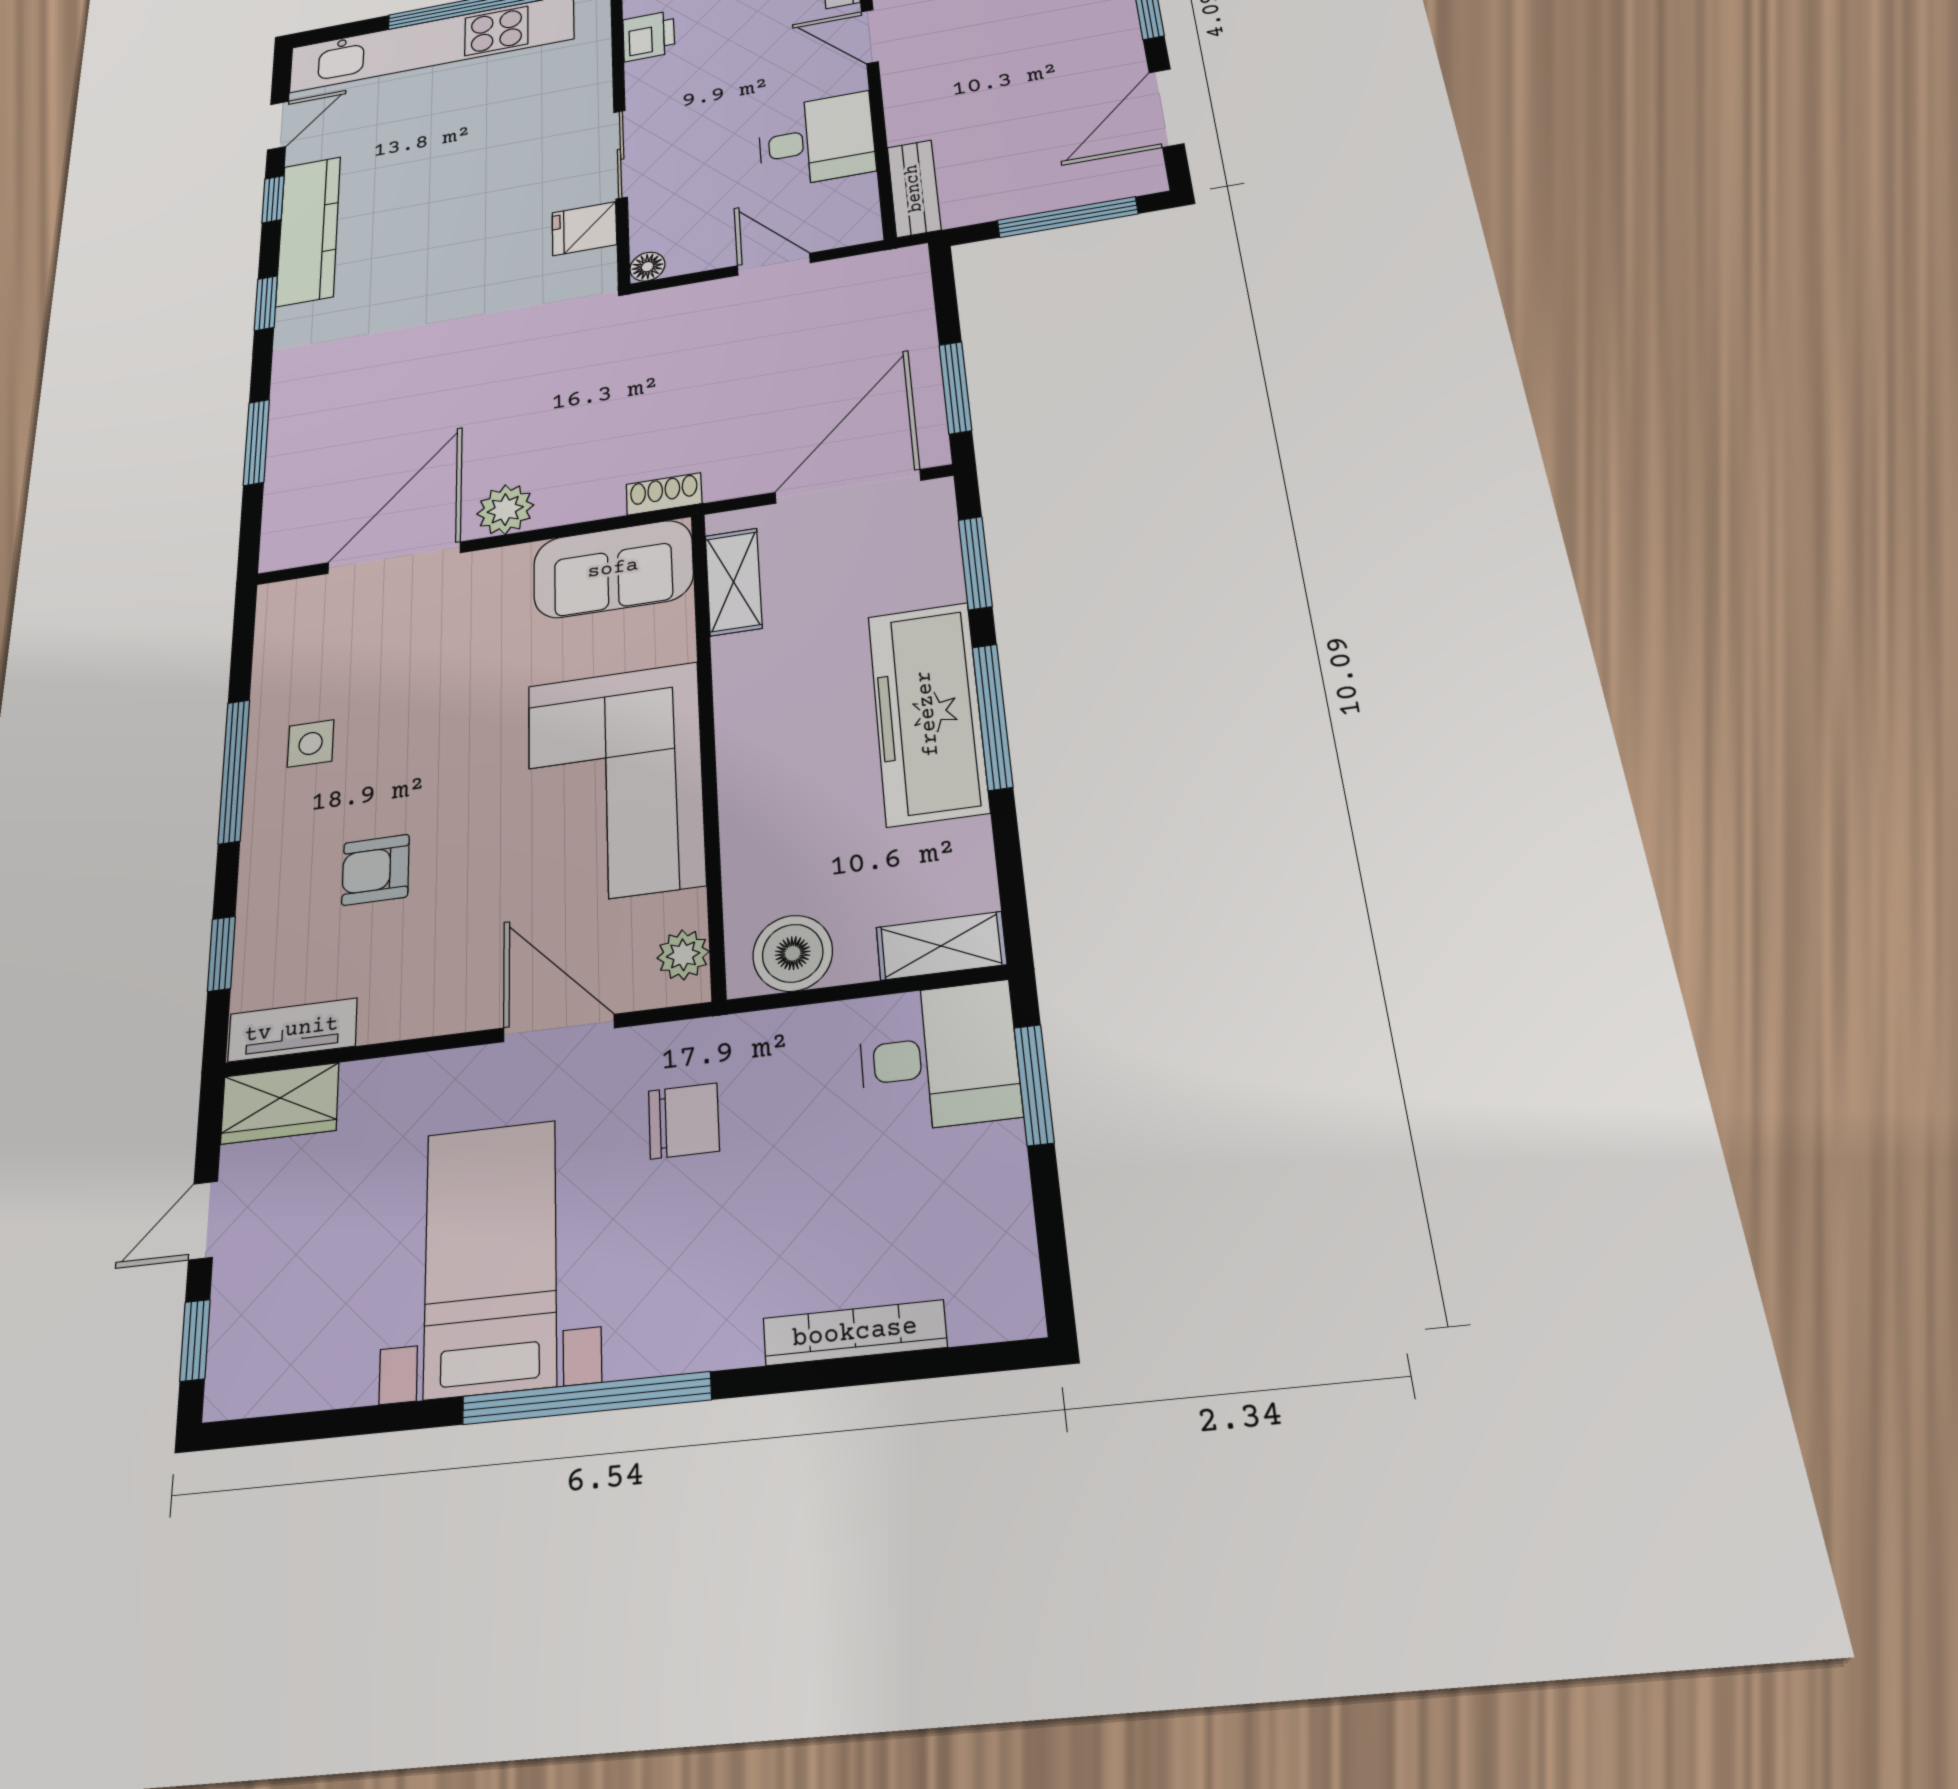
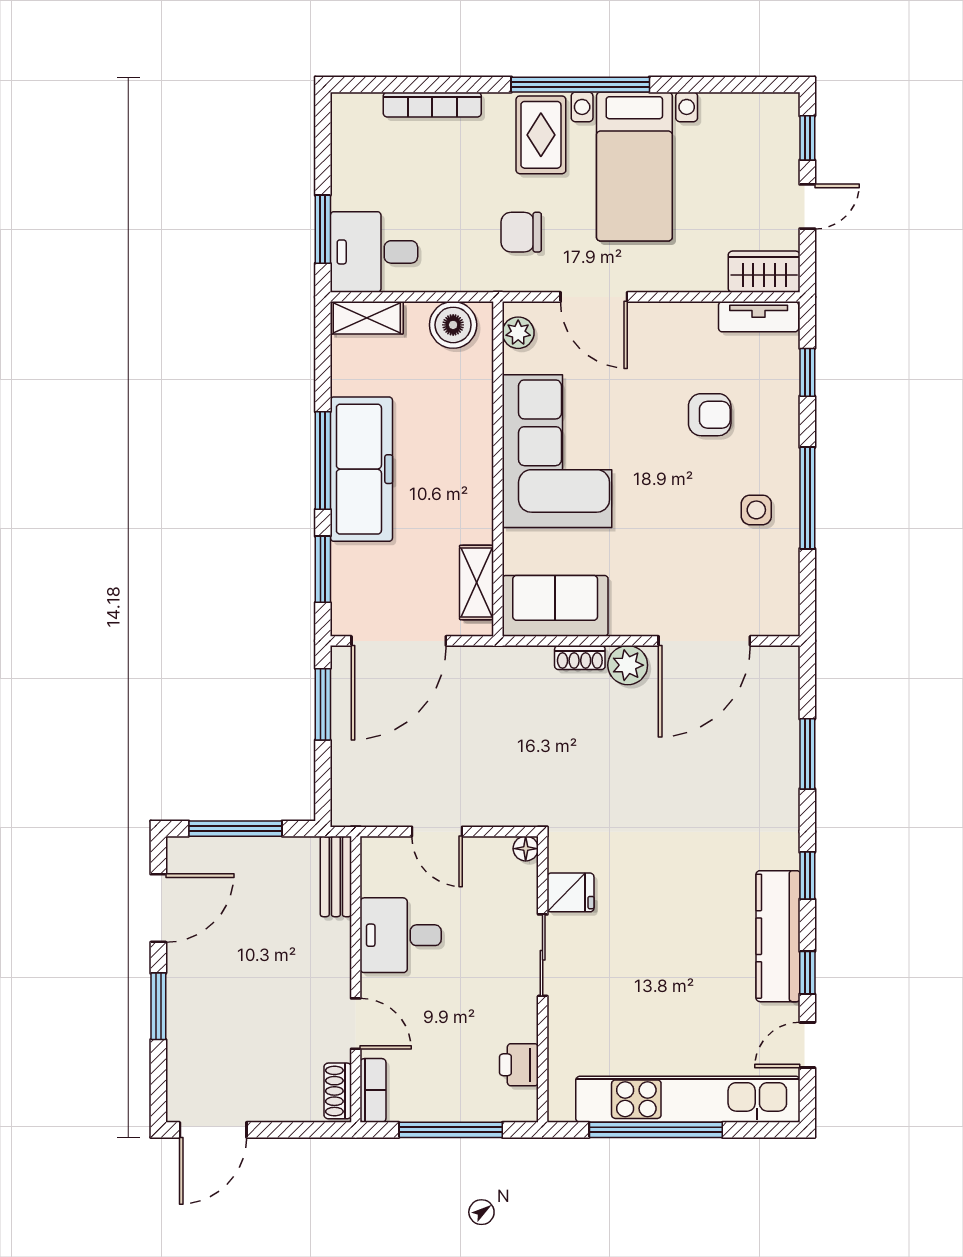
shoe rack: (664, 494) -> (580, 658), moved
rug: (655, 1297) -> (541, 135), added

